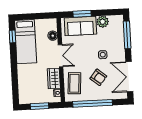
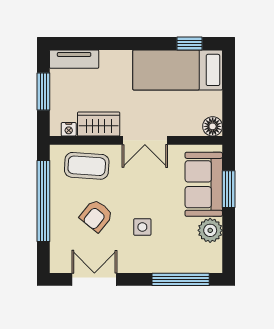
floor lamp: (53, 36) -> (213, 126), moved
double door: (129, 77) -> (94, 279), width x0.73
tv unit: (23, 92) -> (74, 59), added

